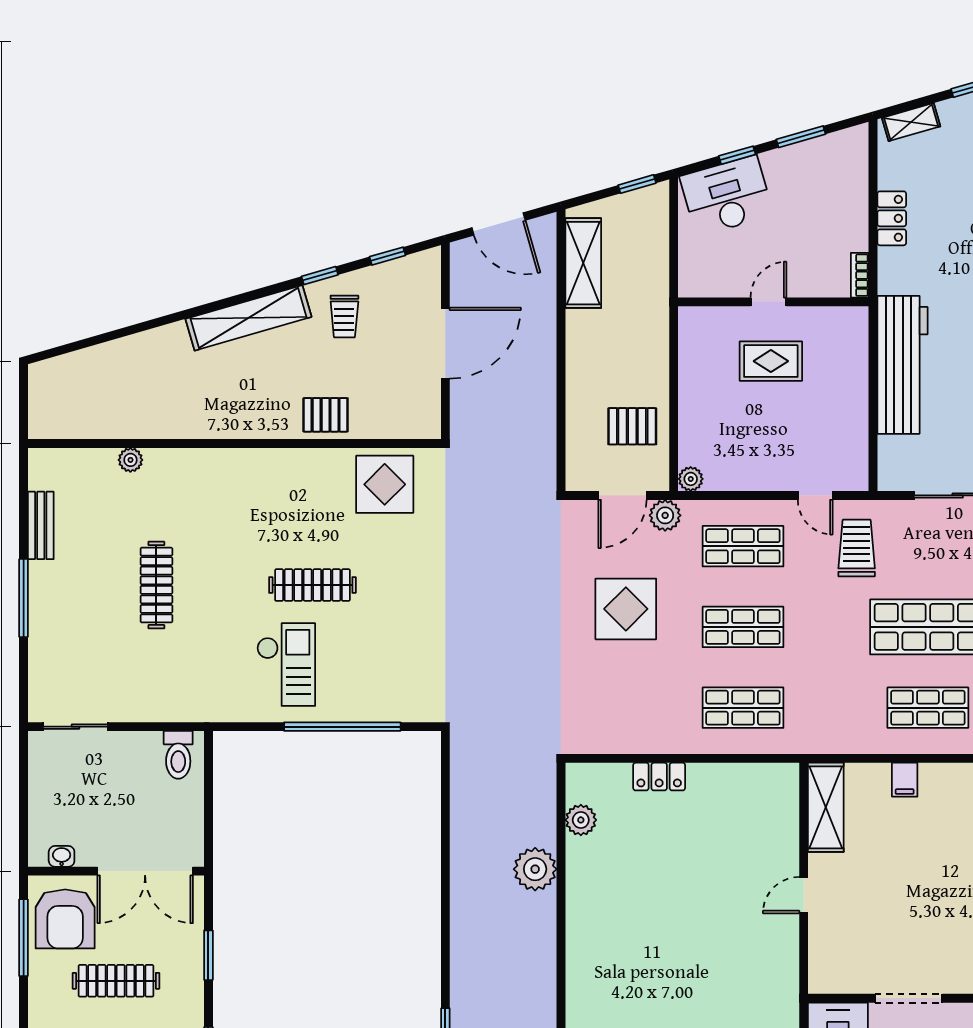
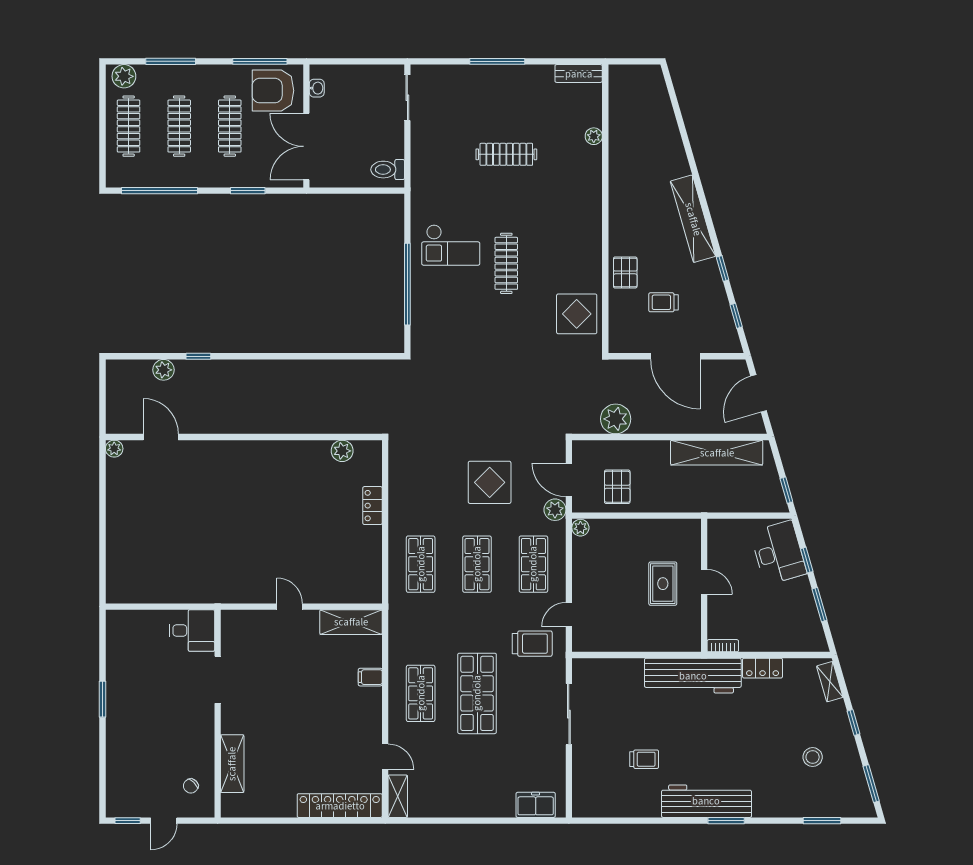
shelving: (583, 263) -> (717, 453), width x1.47
trolley: (344, 316) -> (663, 302), moved
workbench: (902, 365) -> (693, 676), moved
bench: (41, 525) -> (579, 74), moved
plant: (535, 869) -> (616, 419), moved

